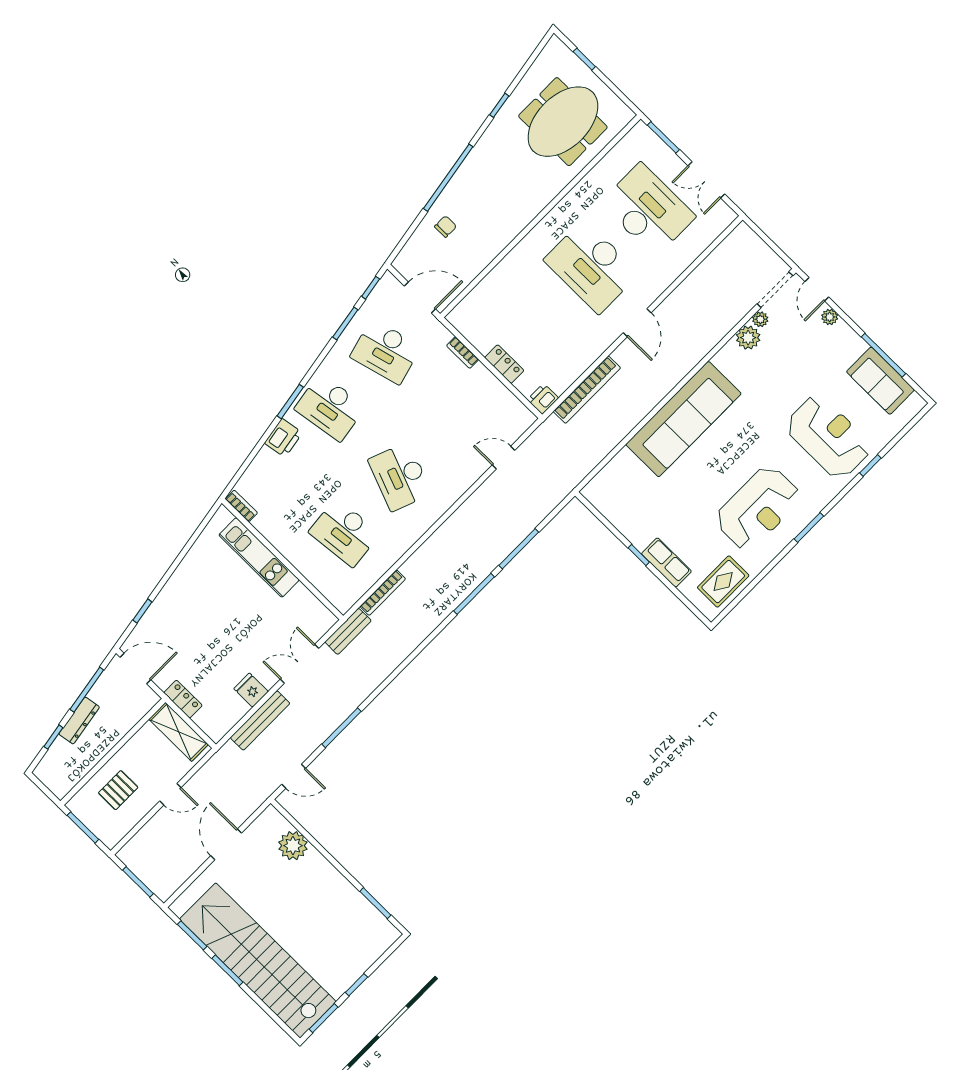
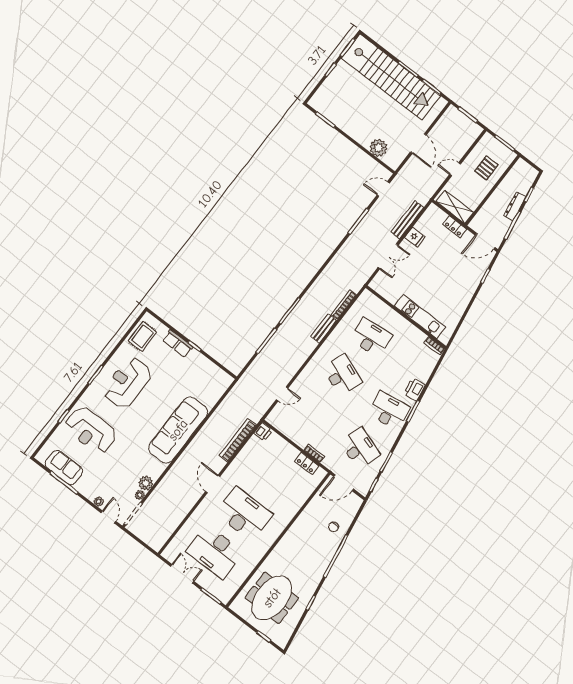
desk: (386, 352) -> (360, 448), turned 33
locker: (504, 364) -> (307, 463), moved
bench: (348, 631) -> (324, 328), moved

